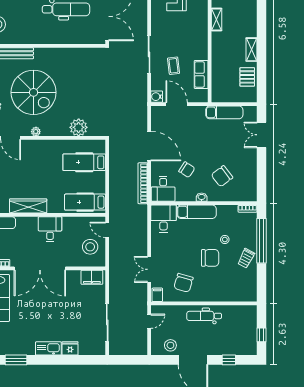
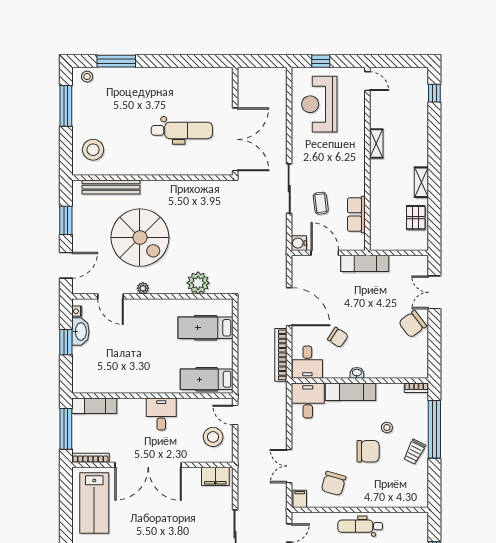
exam couch: (224, 112) -> (365, 263), moved
chair: (222, 176) -> (412, 324), moved
wardrobe: (28, 206) -> (133, 384), removed

